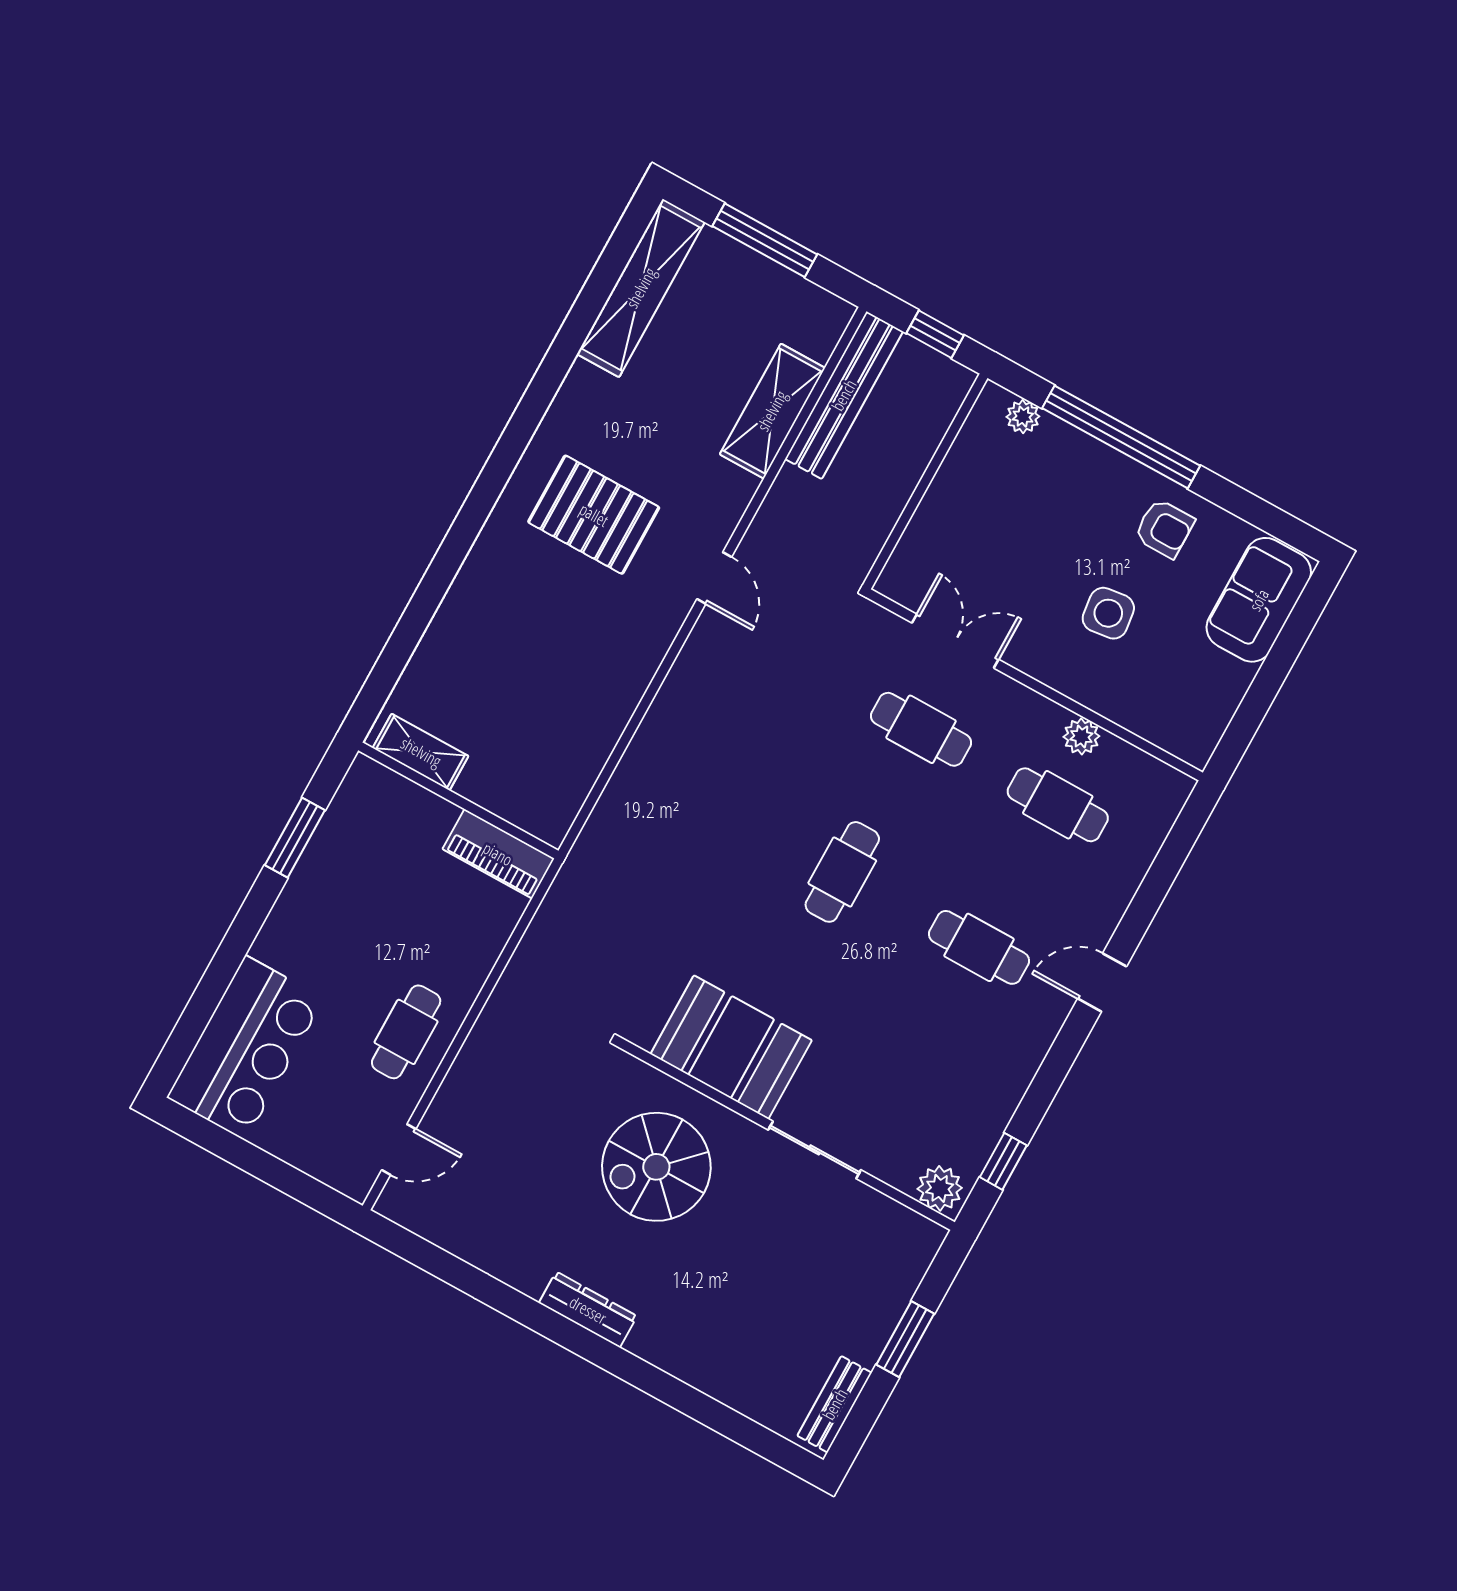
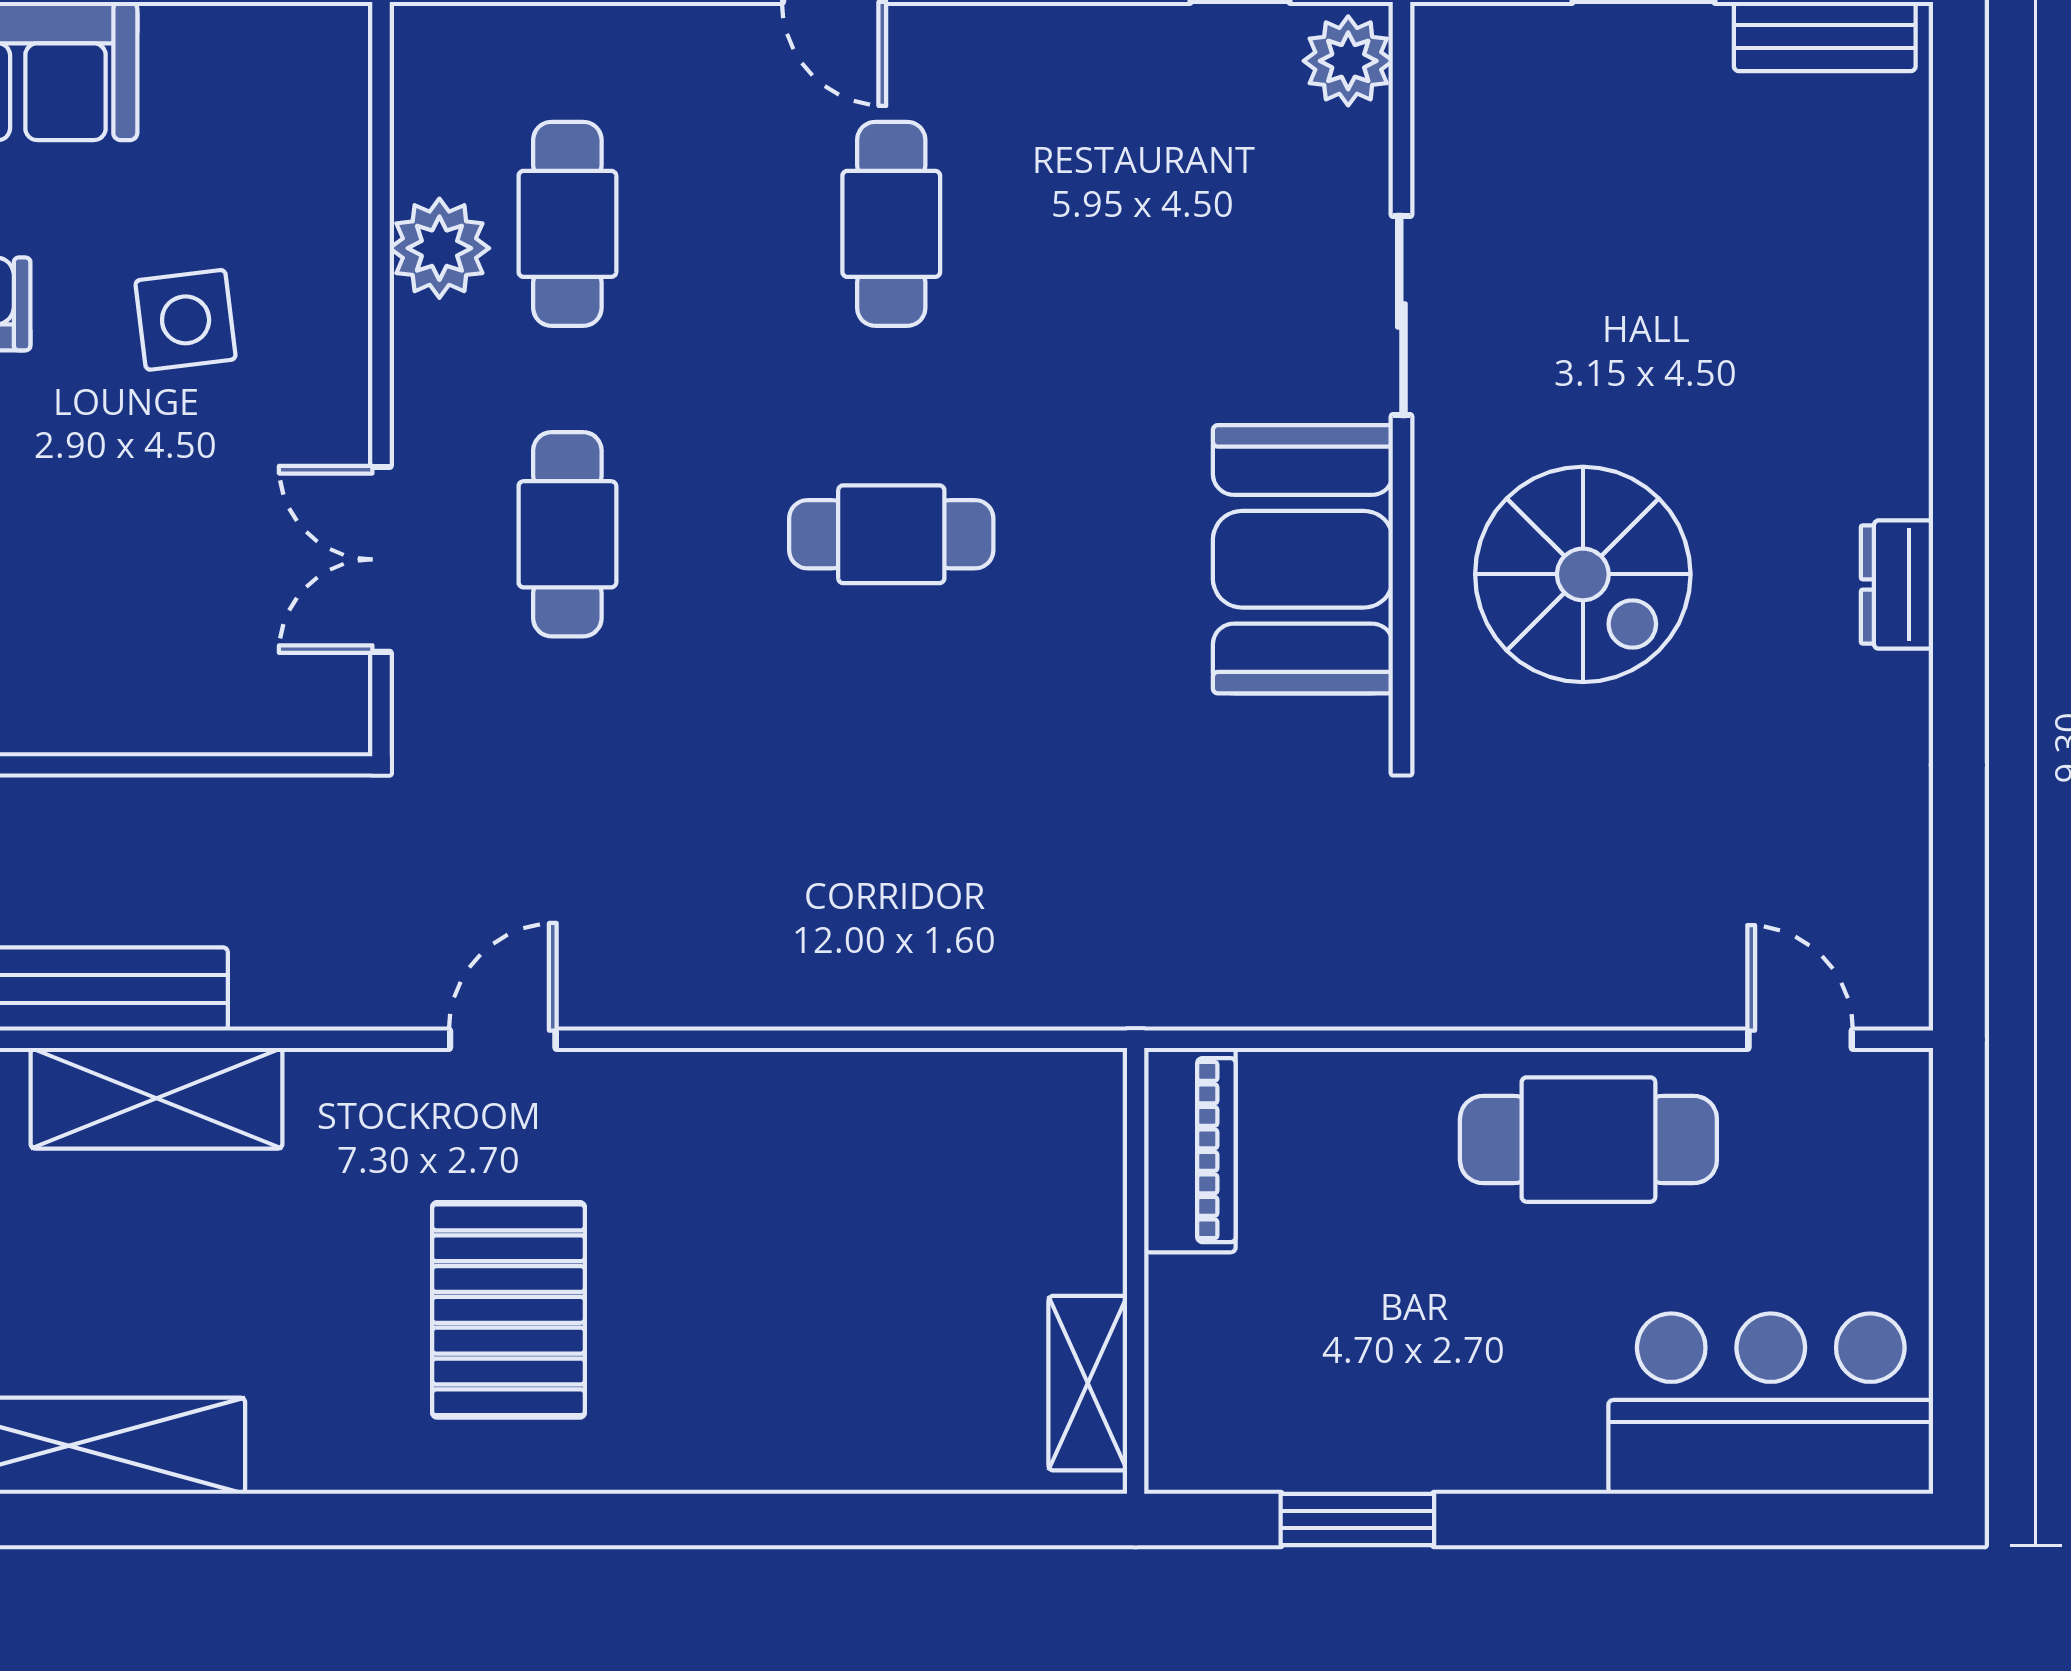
plant: (1081, 736) -> (439, 248), width x1.38, depth x1.38
cafe table: (406, 1032) -> (1588, 1140), width x1.37, depth x1.35
dresser: (588, 1310) -> (1897, 585), width x0.70

